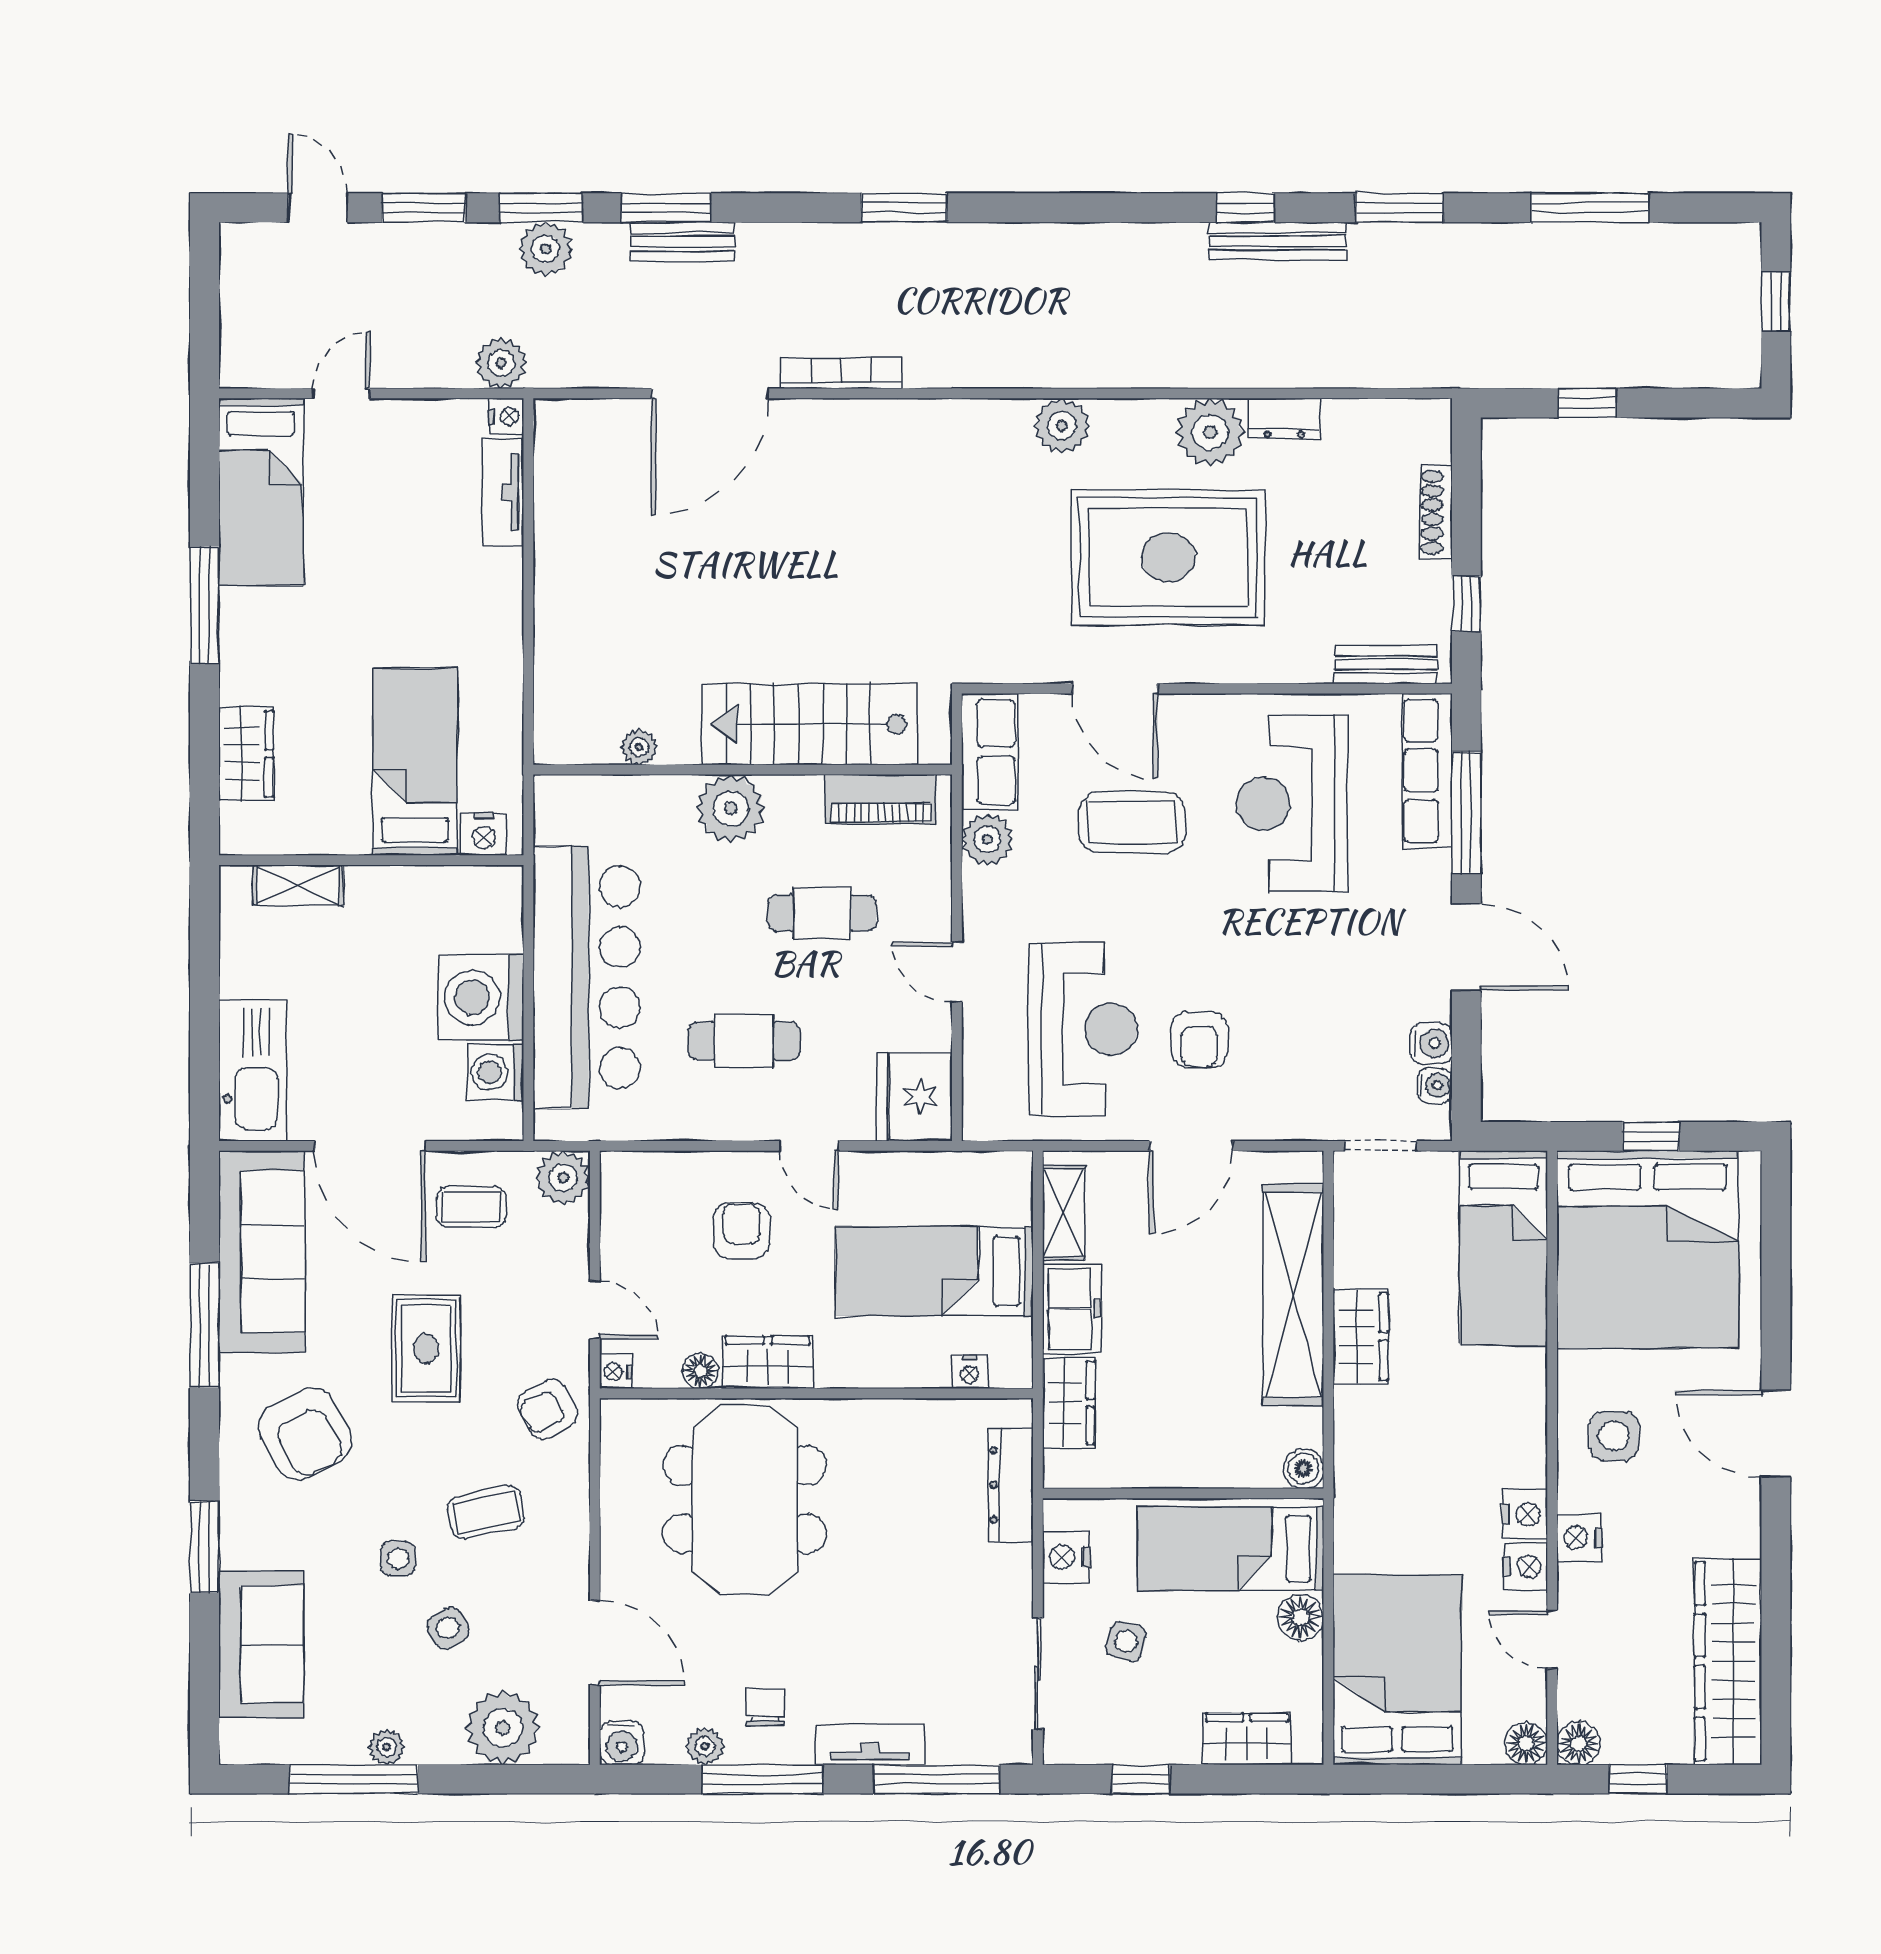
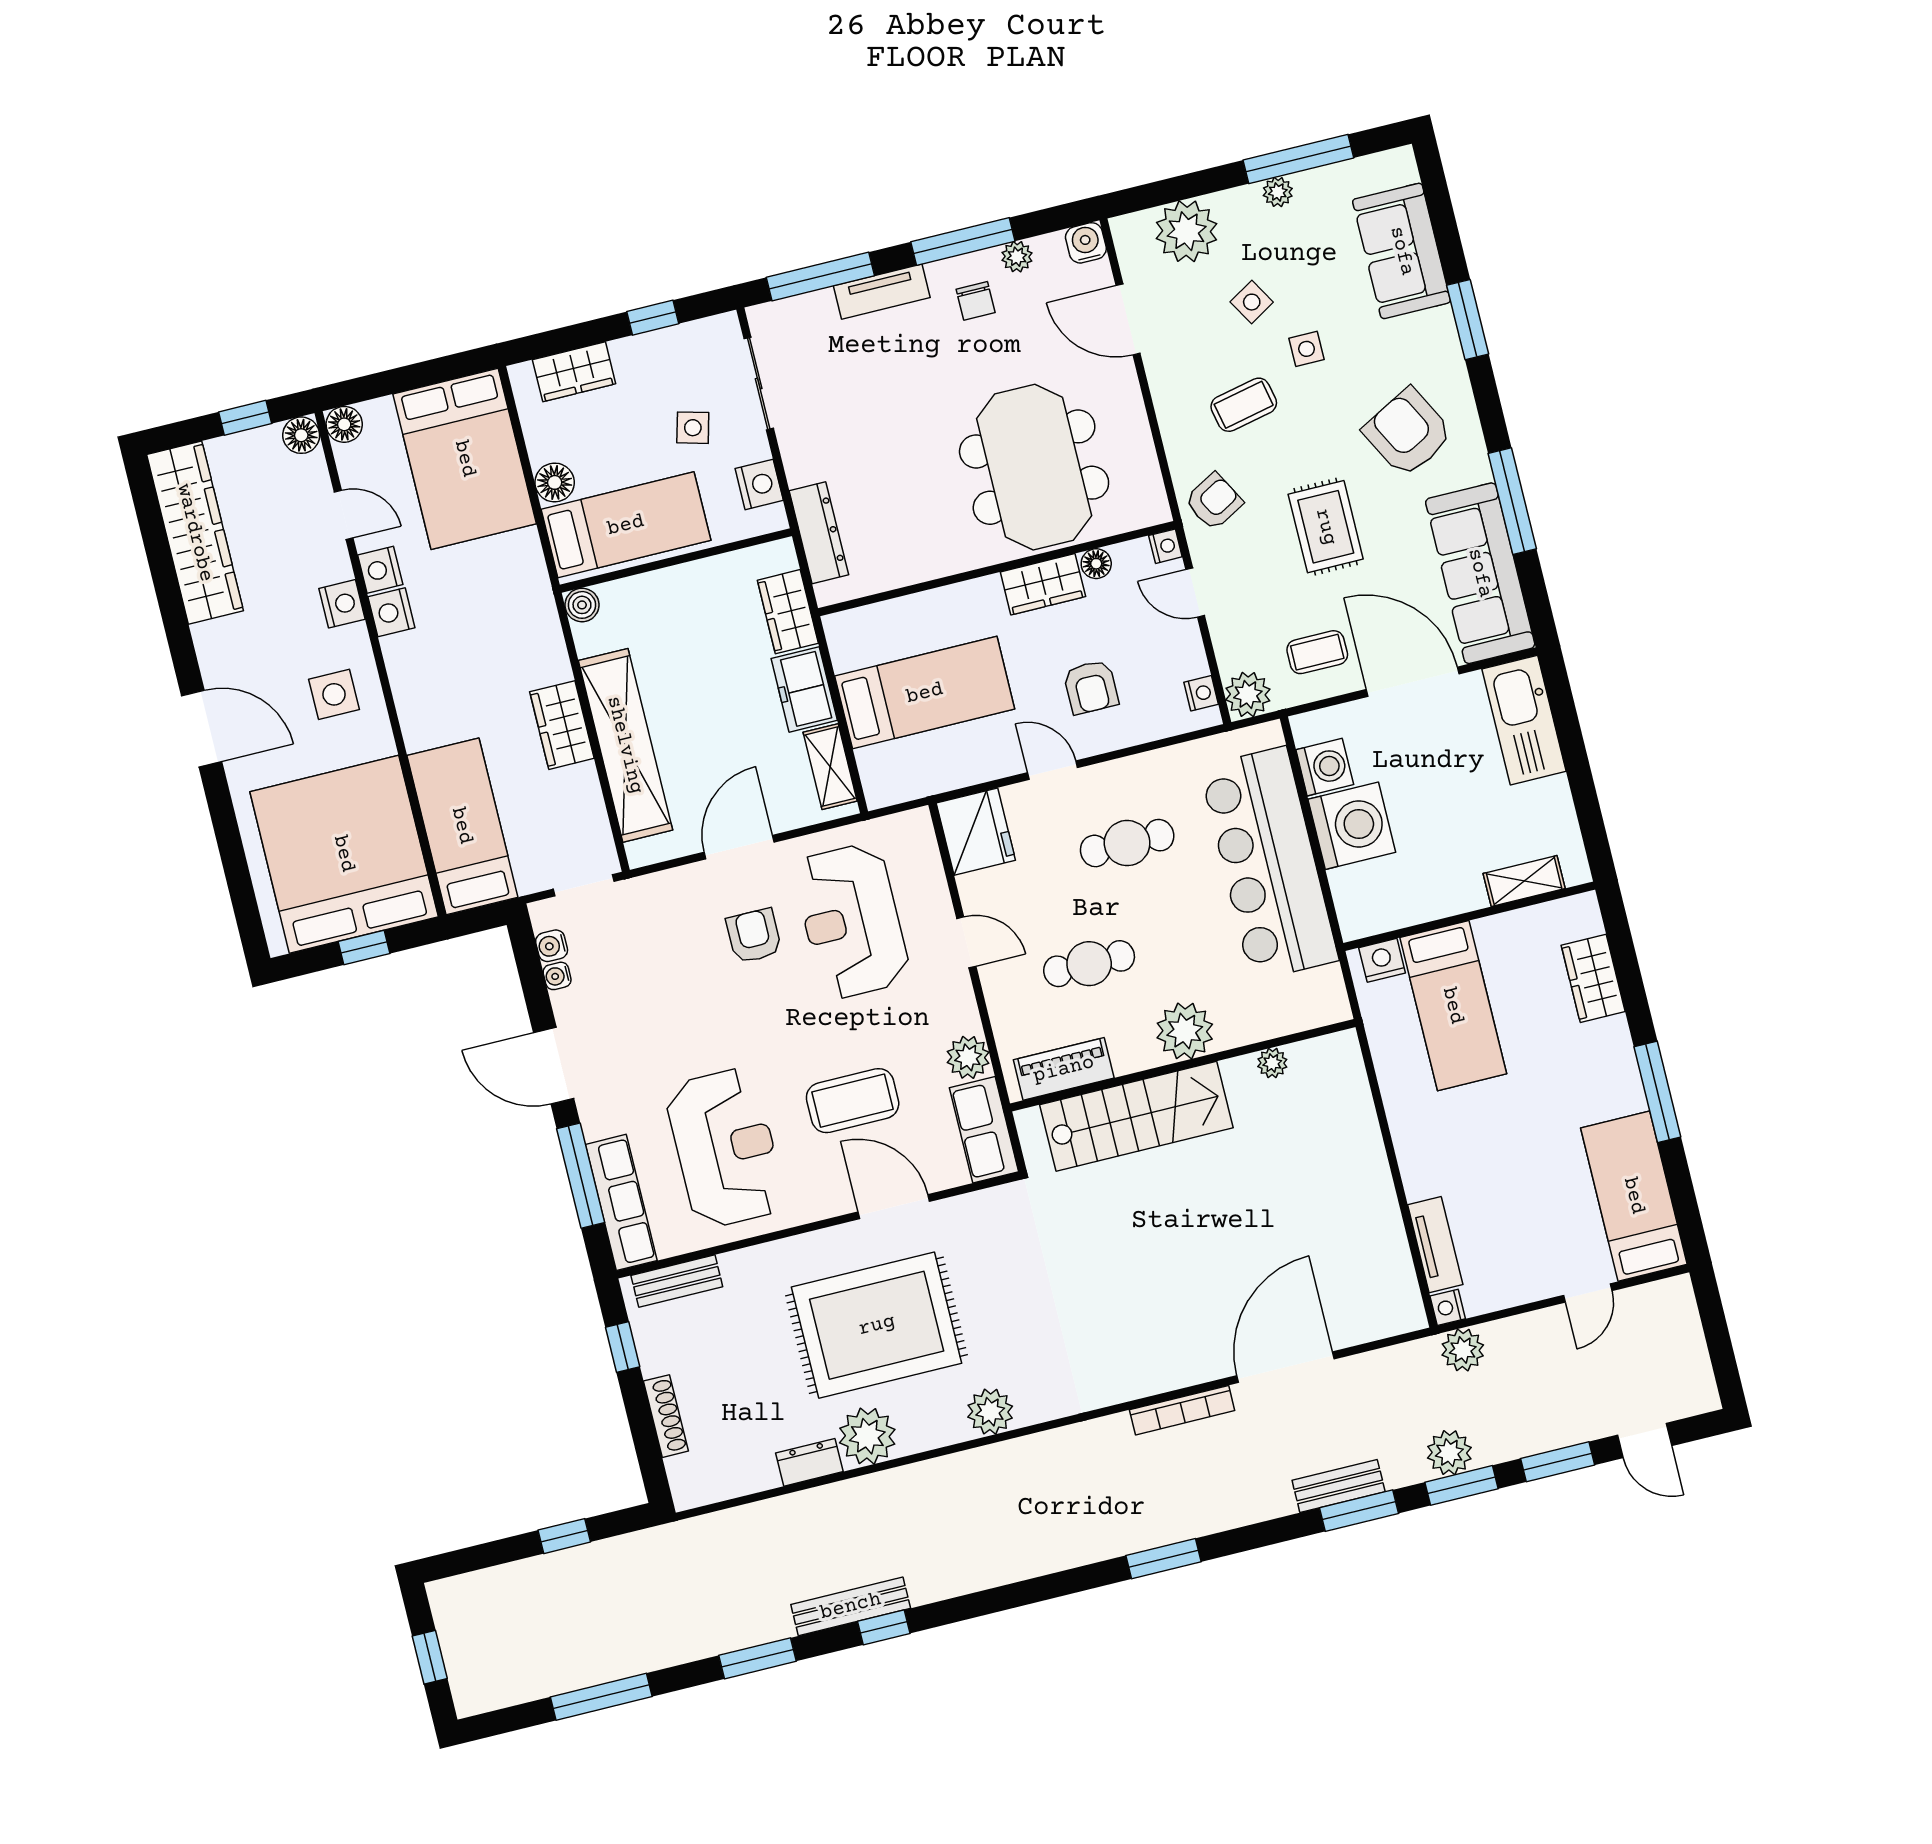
water cooler: (1431, 1043) -> (557, 976), width x0.72, depth x0.72
nightstand: (969, 1372) -> (1201, 693), moved, turned 90

